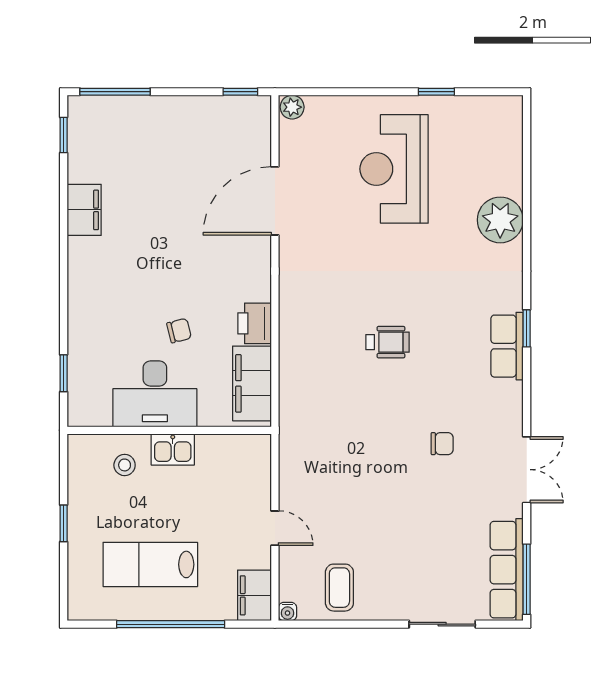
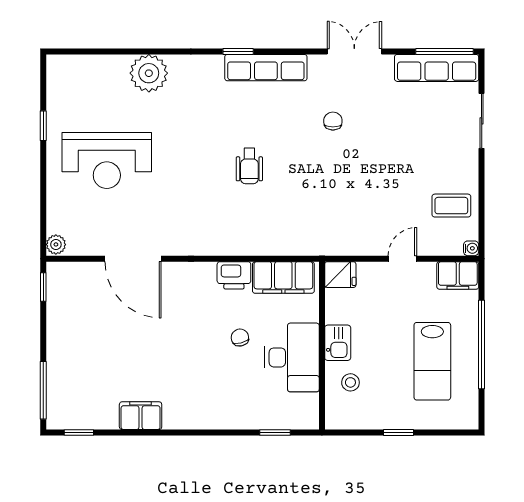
wheelchair: (387, 342) -> (249, 166), turned 180
row of seats: (507, 346) -> (266, 68), width x1.48
fridge: (256, 453) -> (340, 275), added

